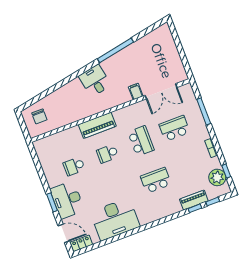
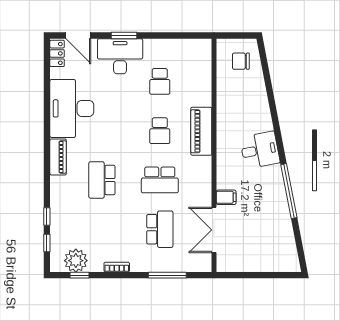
school desk: (107, 154) -> (160, 131), turned 180
school desk: (74, 166) -> (160, 81), turned 180
school desk: (156, 180) -> (102, 180), turned 180
piano: (194, 200) -> (58, 157), moved
door: (64, 233) -> (78, 36), hinge flipped

